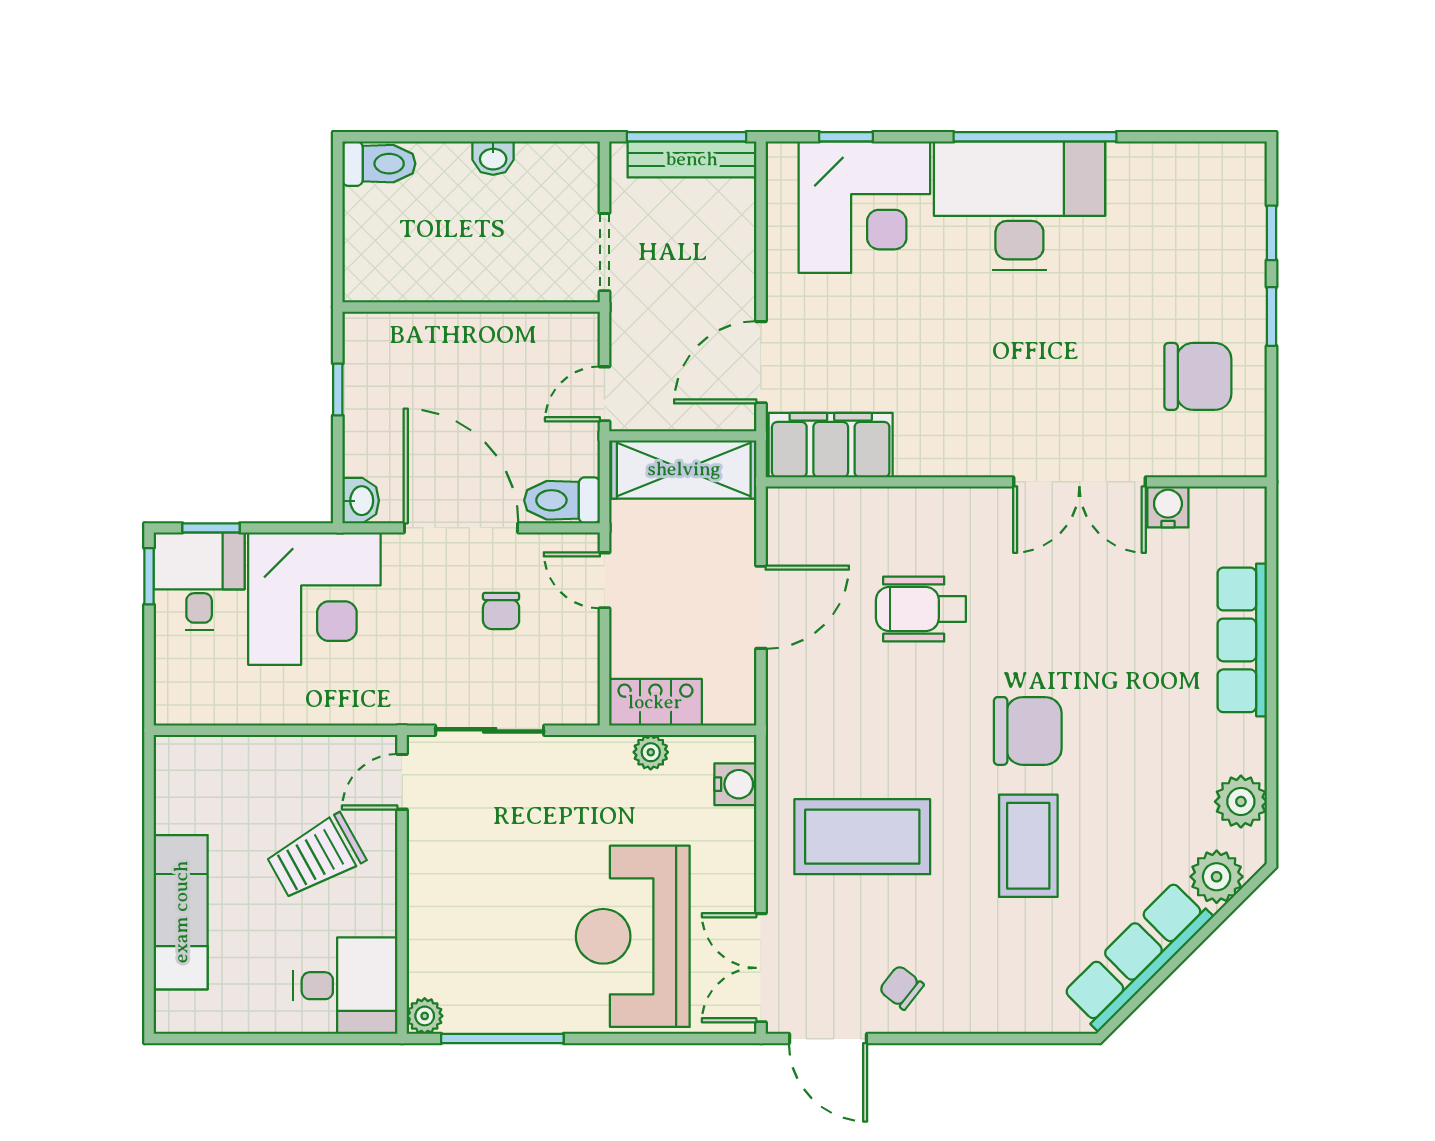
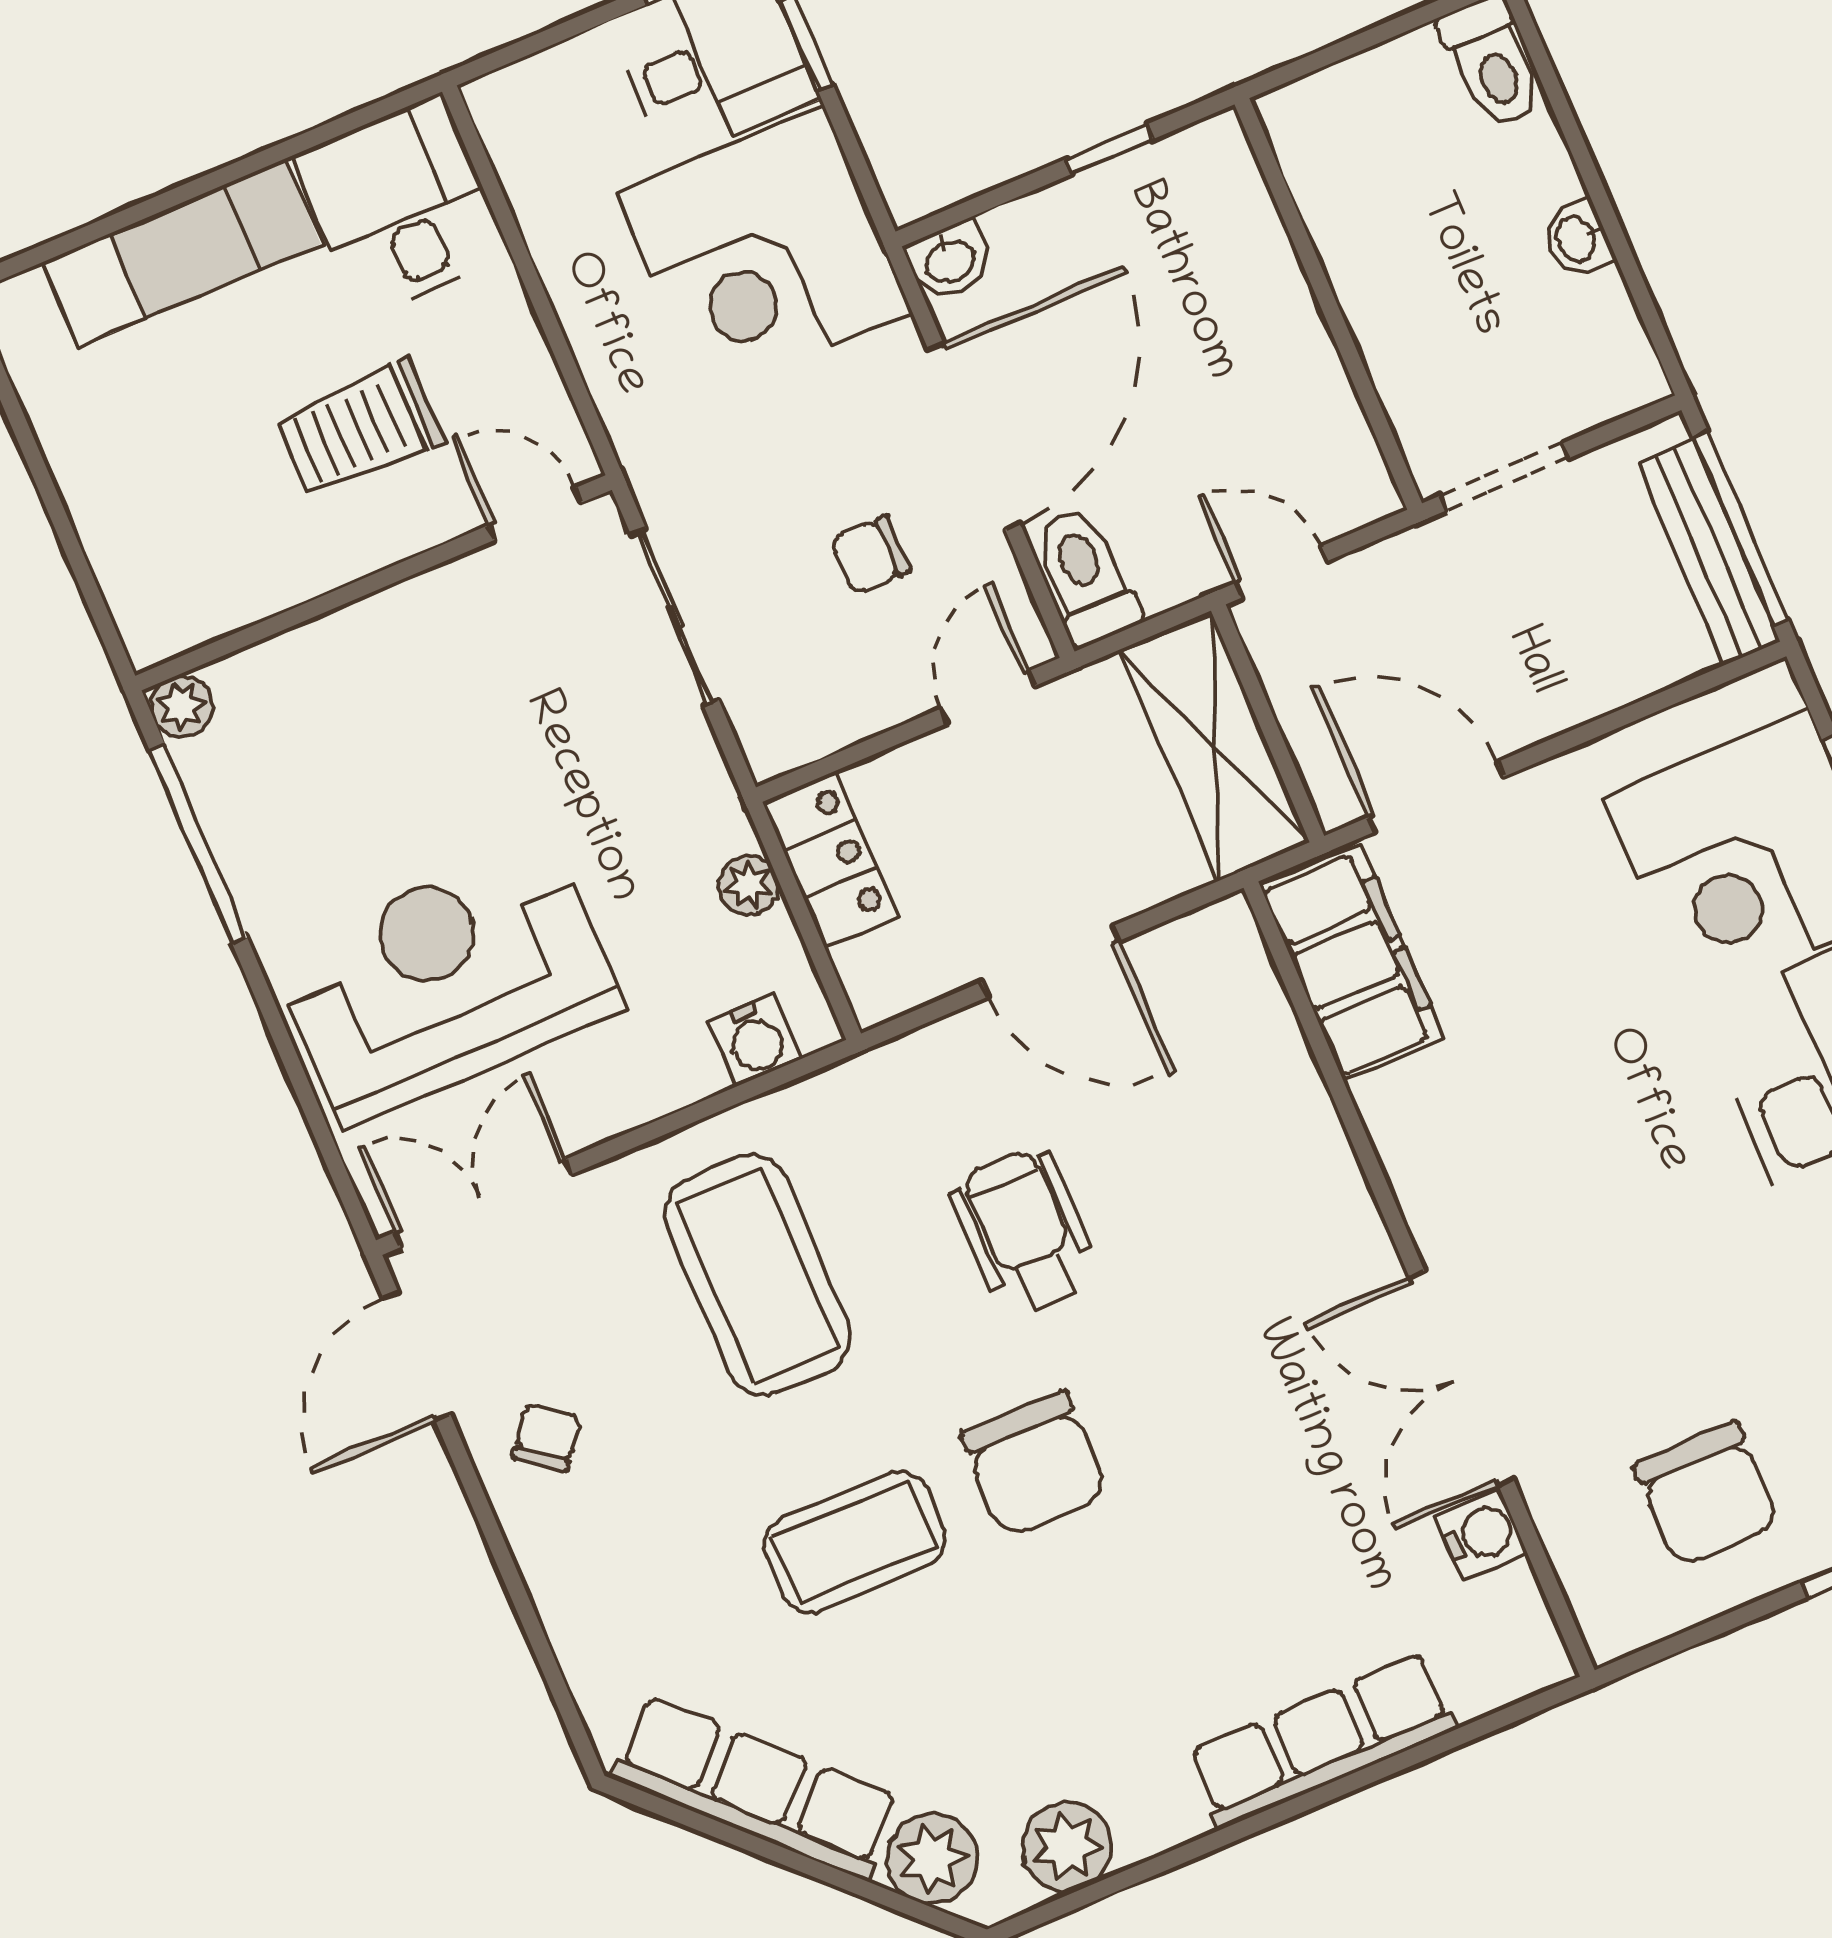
wheelchair: (921, 609) -> (1025, 1232), moved
trolley: (316, 857) -> (359, 429), turned -61
desk: (345, 986) -> (401, 206), moved, turned 180

